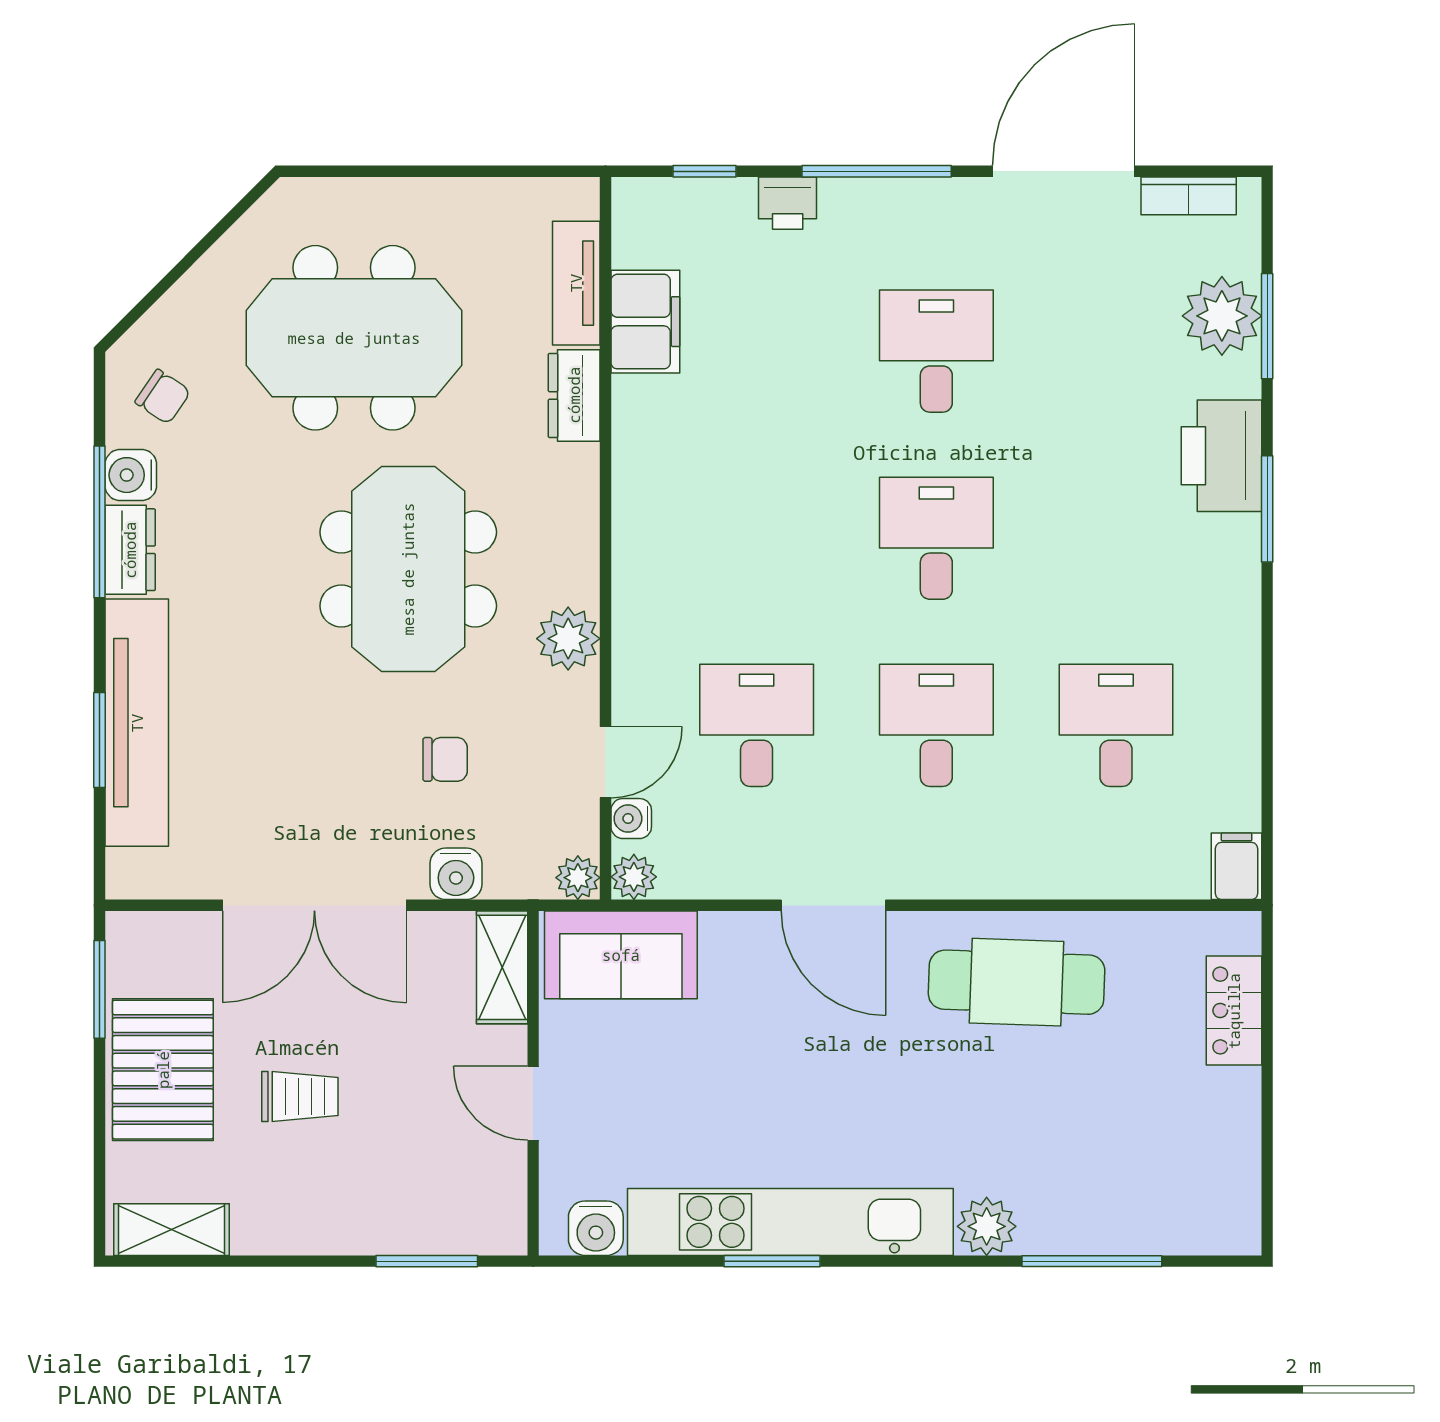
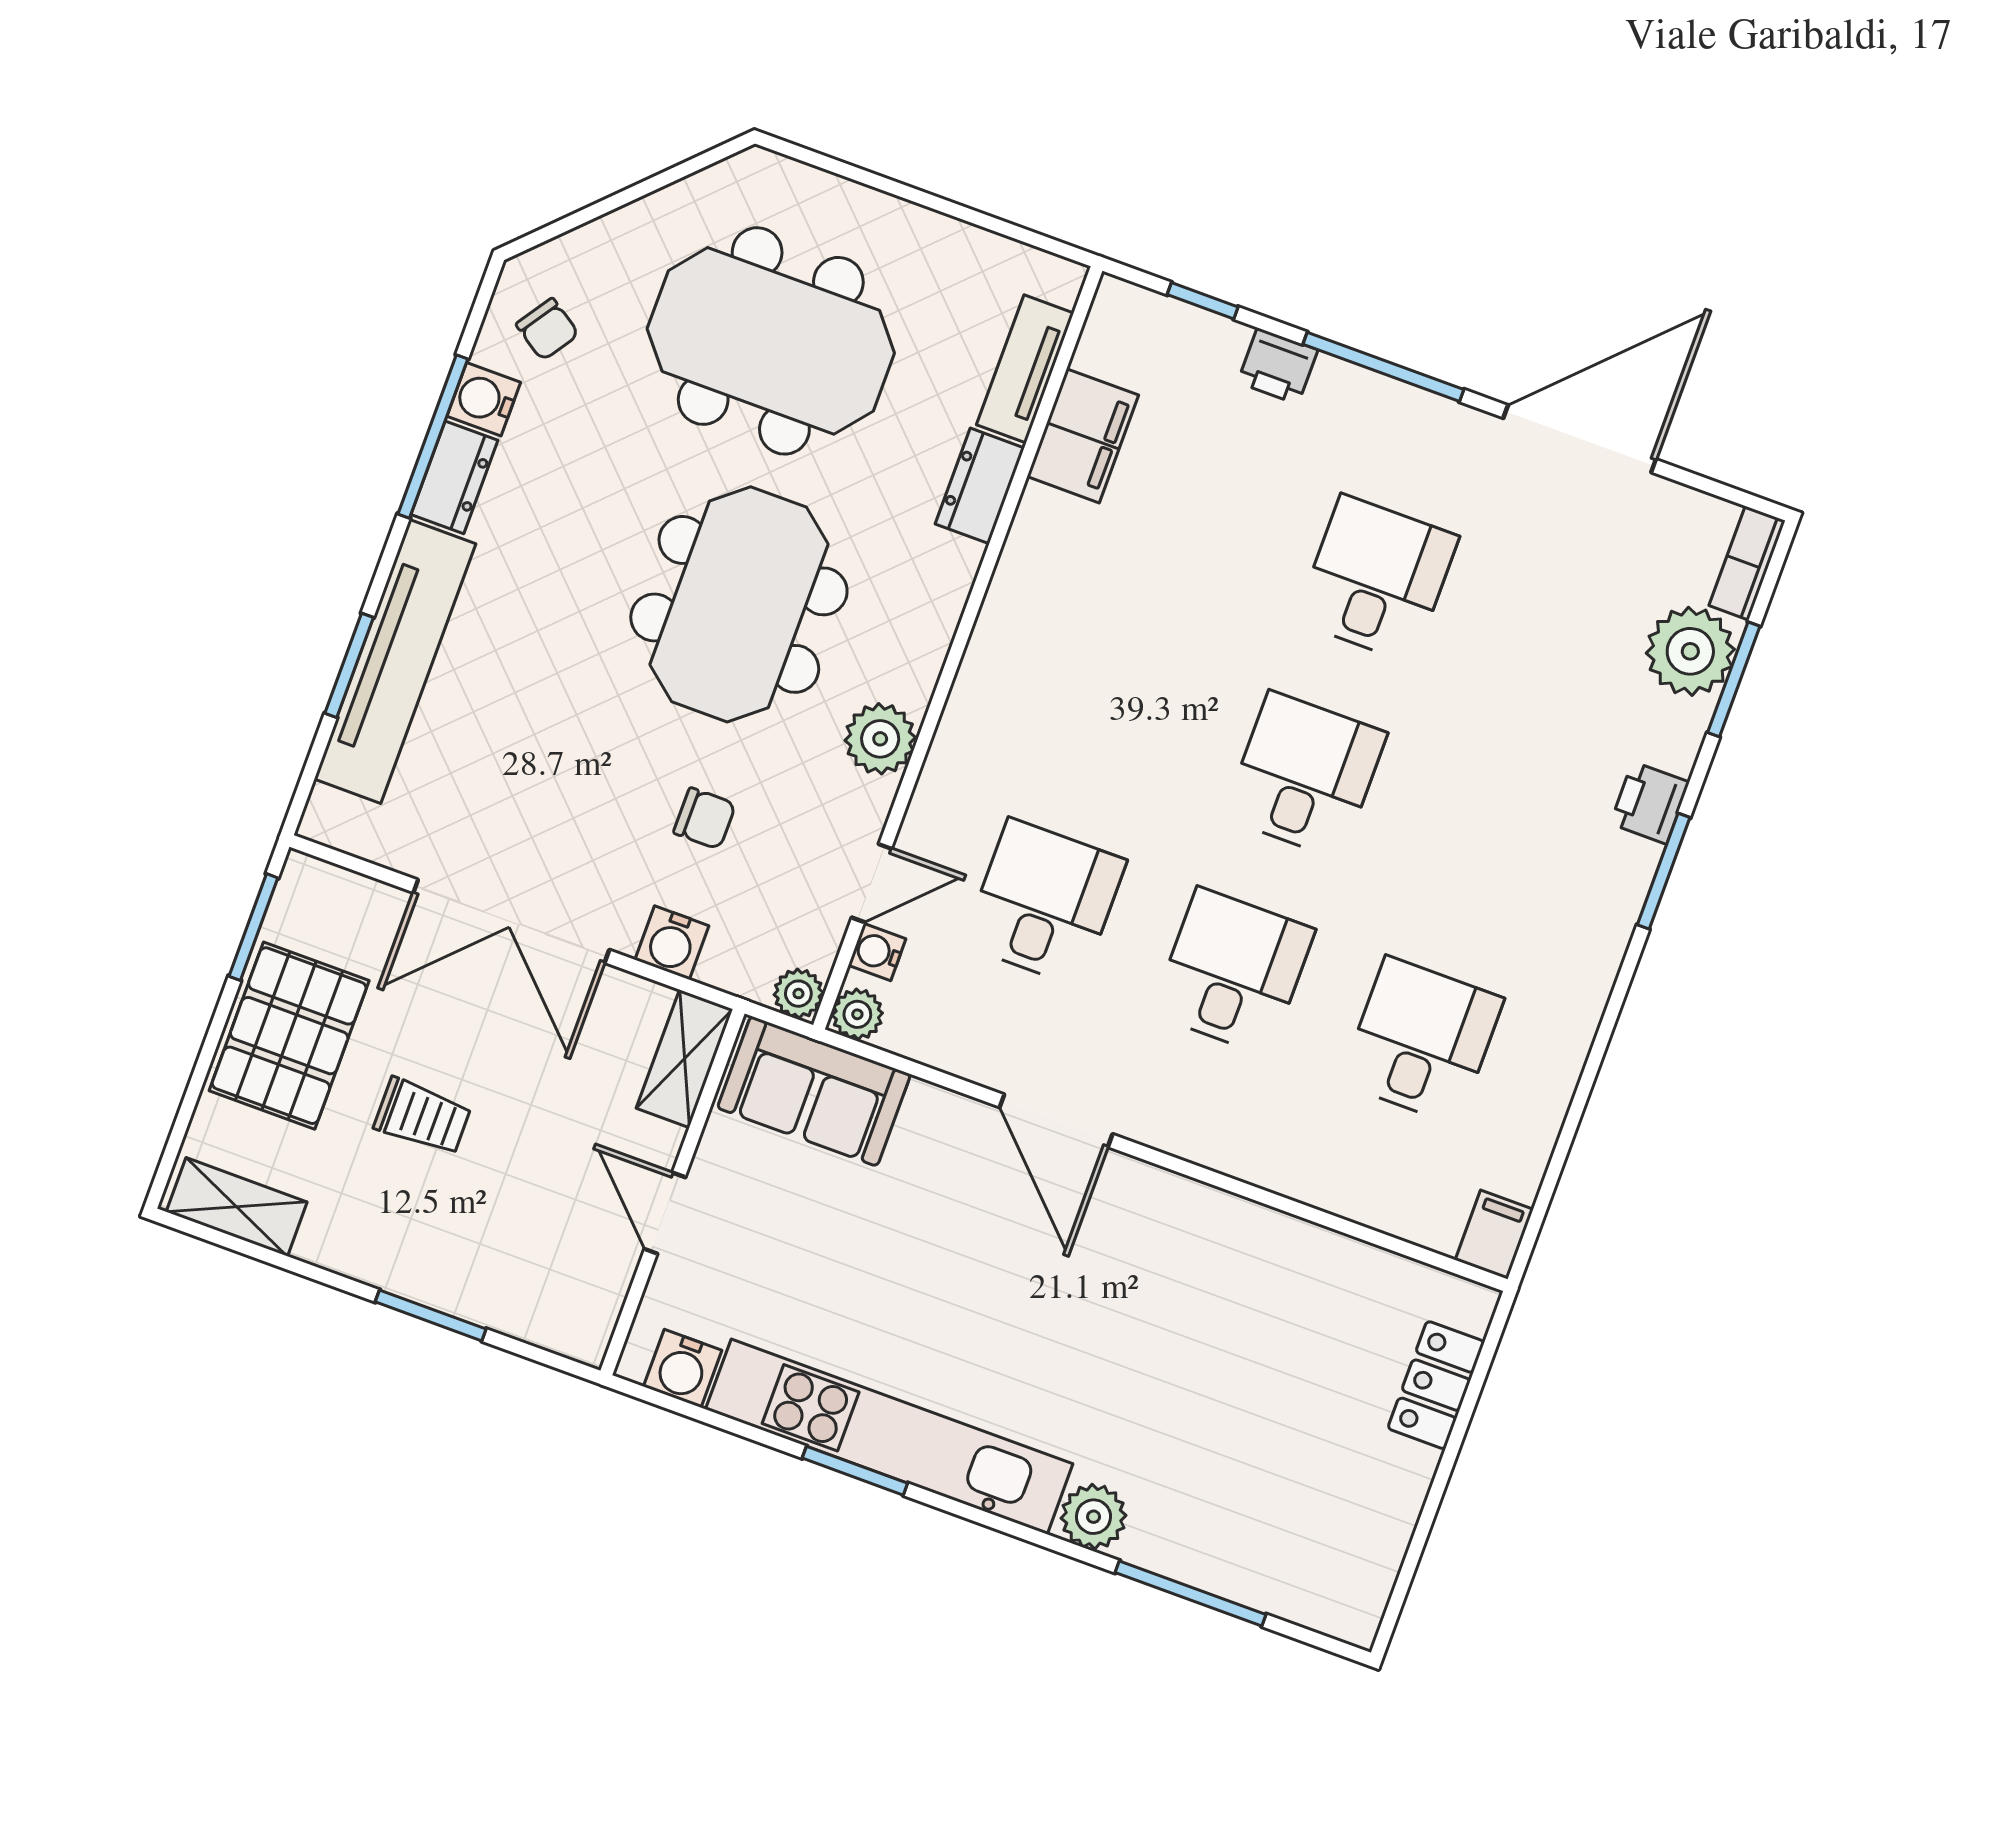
bookcase: (1189, 196) -> (1747, 563), moved, turned 90
printer: (1221, 456) -> (1650, 803), width x0.53, depth x0.68
cafe table: (1017, 982) -> (1219, 1272), removed
window: (427, 1261) -> (431, 1315), moved

